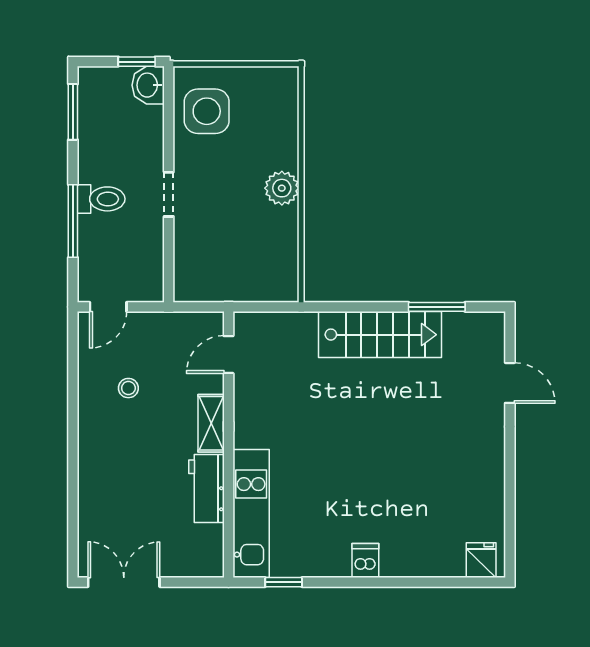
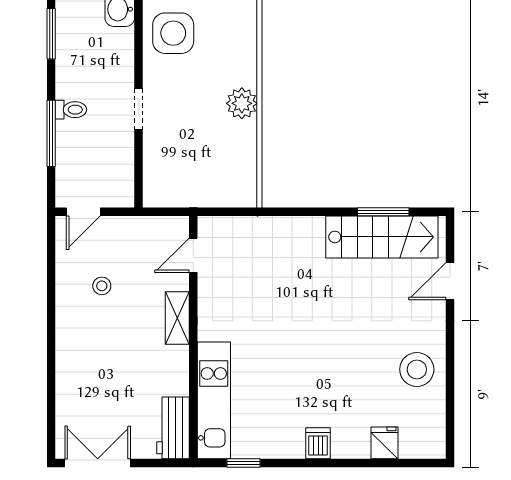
toilet: (101, 199) -> (71, 110), width x0.73, depth x0.72
stairs: (380, 335) -> (382, 237), moved
door: (510, 383) -> (450, 281), swing flipped
stool: (473, 480) -> (417, 369), added
workbench: (206, 489) -> (173, 428), moved
fridge: (481, 560) -> (385, 443), moved

